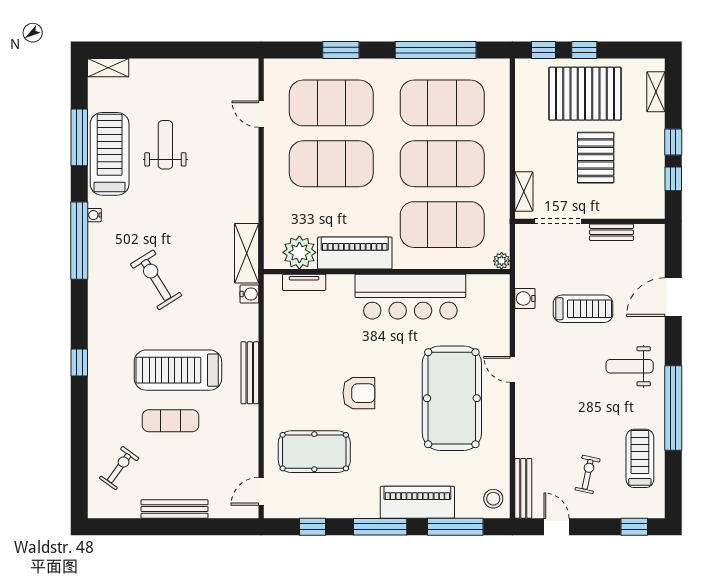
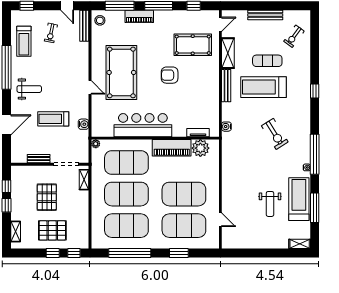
pallet: (585, 94) -> (52, 230), width x0.73, depth x0.71
treadmill: (110, 154) -> (299, 199), turned 180
shelving: (247, 253) -> (228, 53), moved
treadmill: (178, 370) -> (263, 87), turned 180
piano: (417, 502) -> (139, 16), width x0.73, depth x0.75

